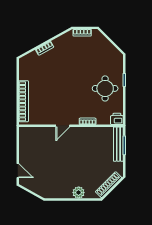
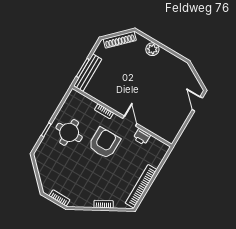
armchair: (73, 97) -> (104, 143), added
bookcase: (24, 101) -> (141, 186), moved
printer: (117, 119) -> (142, 137), moved
door: (63, 126) -> (130, 121), hinge flipped

